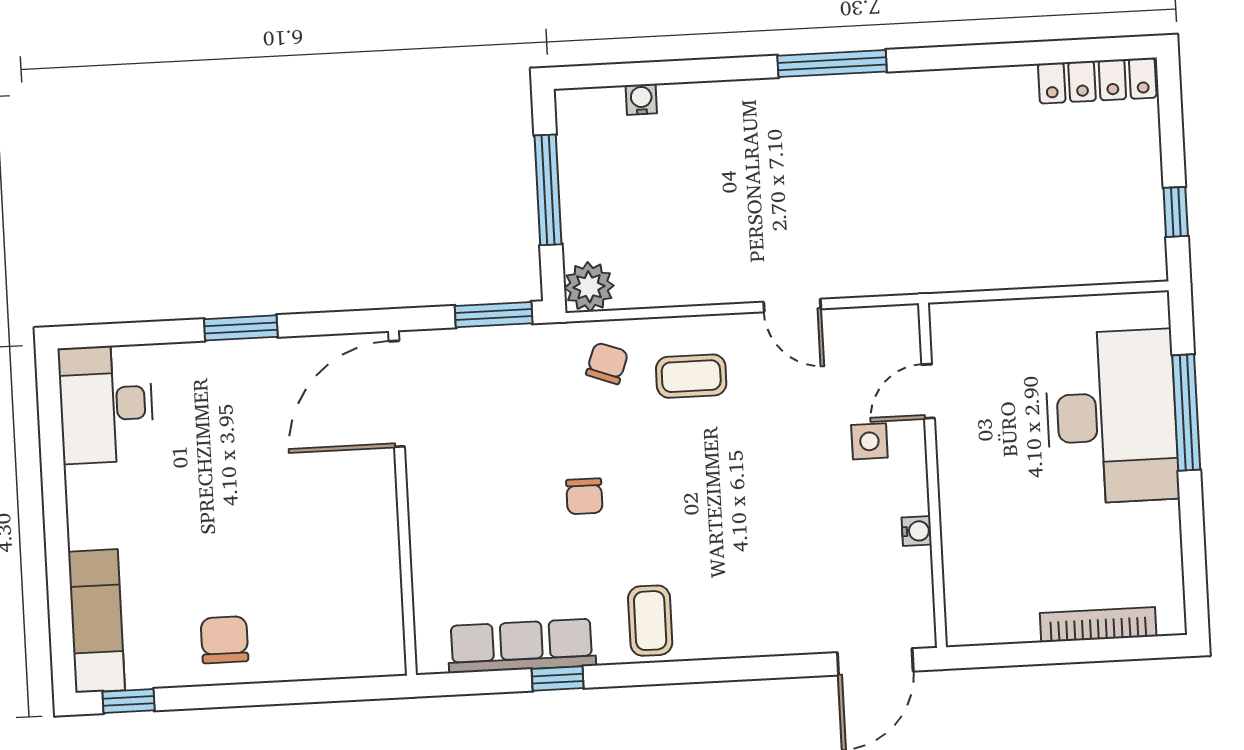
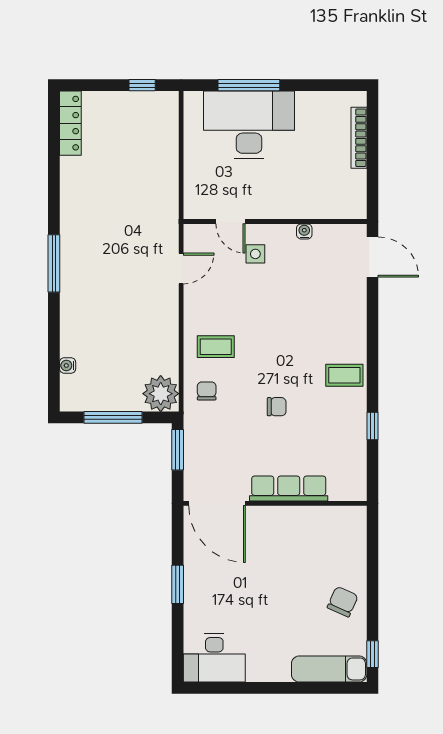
plant: (589, 287) -> (161, 394), width x1.36, depth x1.36
door: (792, 305) -> (181, 268), moved
chair: (607, 363) -> (207, 391), turned 70
coffee table: (691, 376) -> (216, 347), turned 90
chair: (224, 640) -> (343, 602), turned 114
row of seats: (522, 646) -> (289, 488), moved, turned 90

